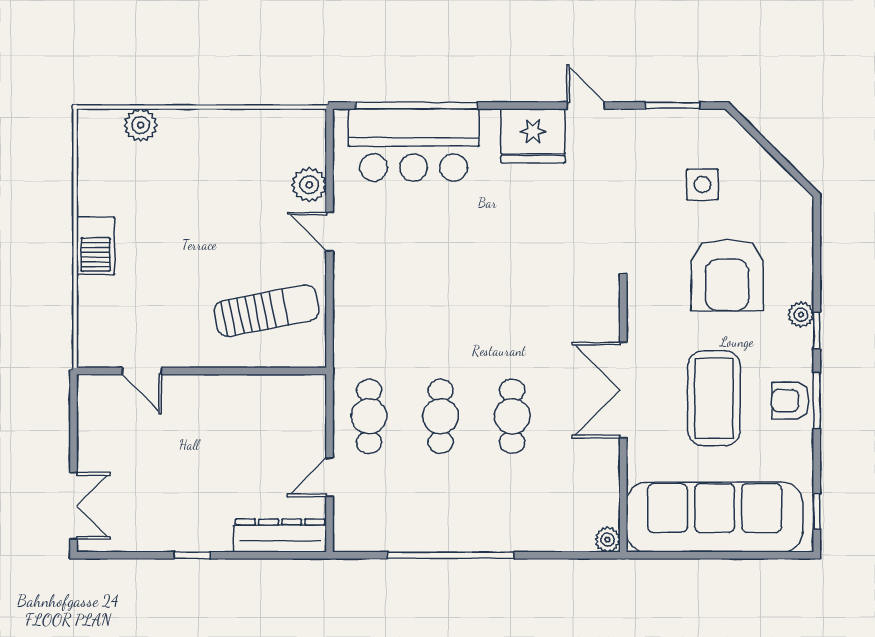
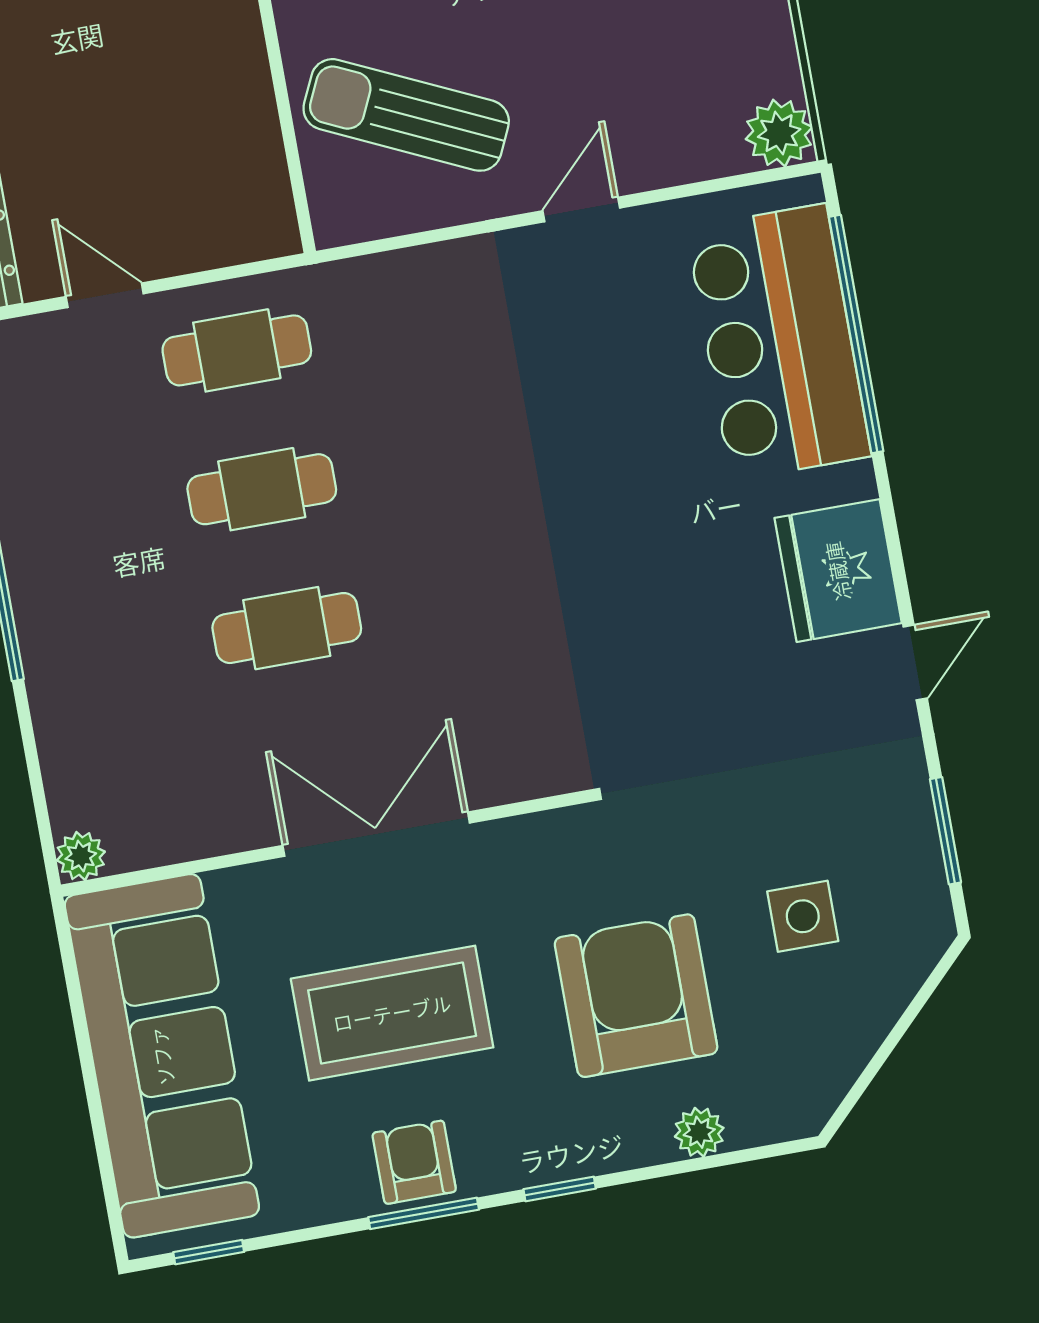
plant: (309, 185) -> (779, 133), moved
armchair: (727, 275) -> (636, 996), turned 90
sun lounger: (267, 311) -> (406, 115), turned 126
plant: (801, 315) -> (699, 1132), moved

